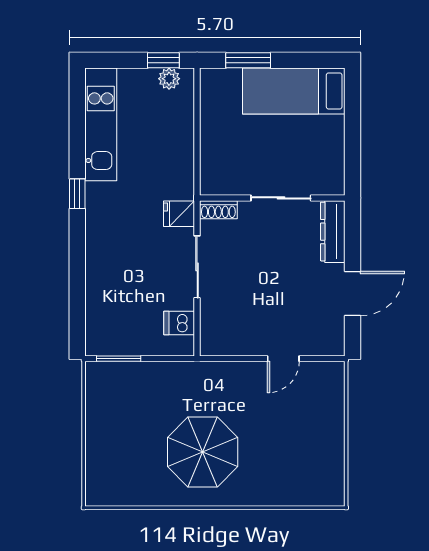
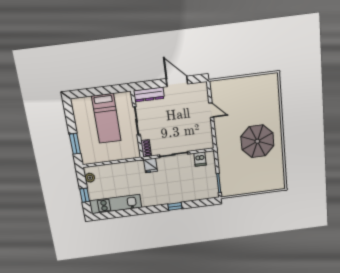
window: (163, 60) -> (85, 195), moved
bed: (294, 91) -> (106, 118), moved
window: (77, 194) -> (175, 206), moved

